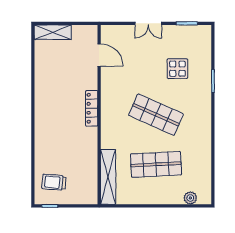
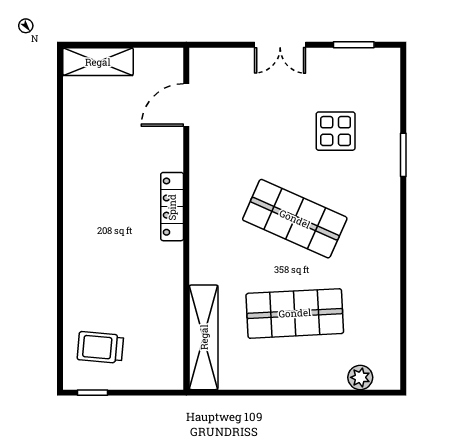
door: (99, 55) -> (186, 105), swing flipped

